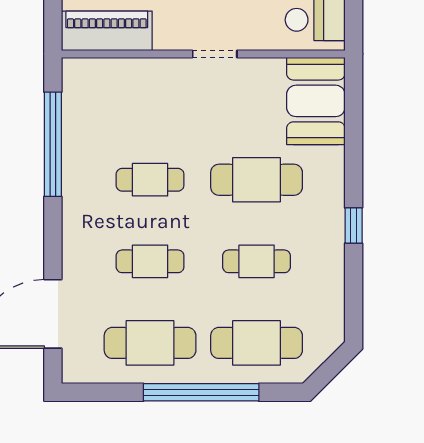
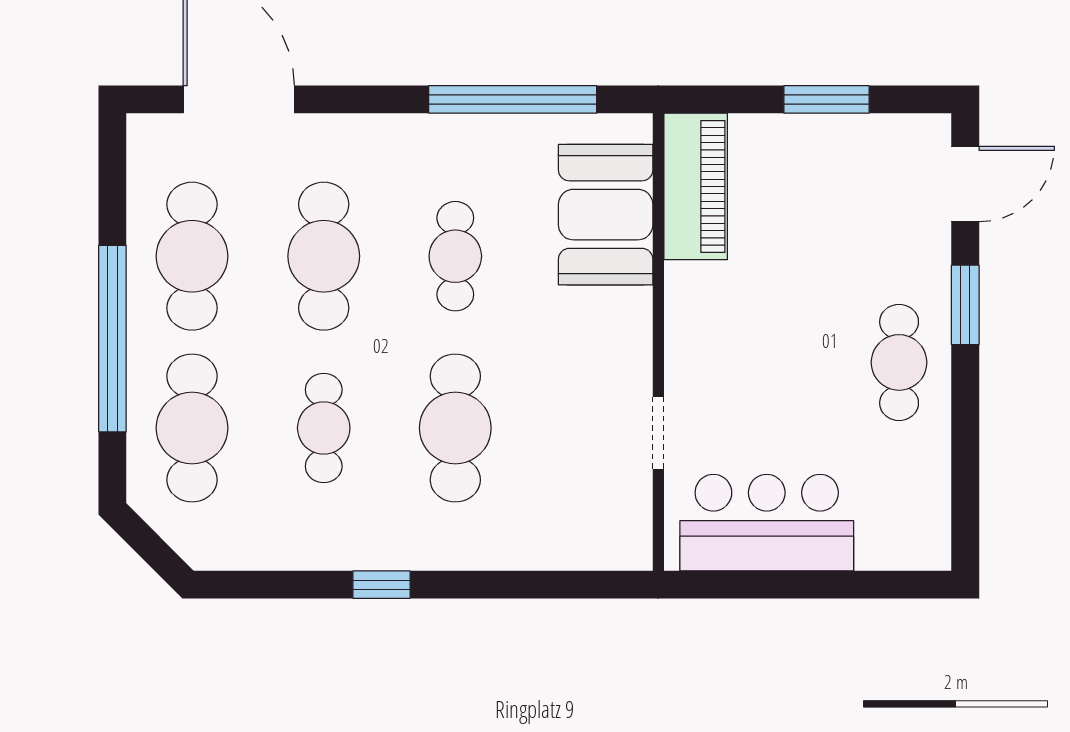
doorway: (215, 54) -> (658, 433), moved
booth: (316, 101) -> (606, 215), moved, turned 90
cafe table: (150, 261) -> (324, 256), width x1.37, depth x1.35

